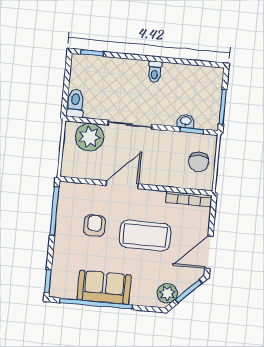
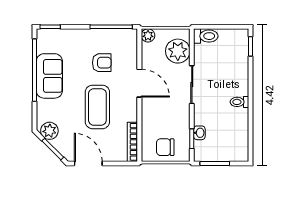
plant: (68, 170) -> (148, 35), added

